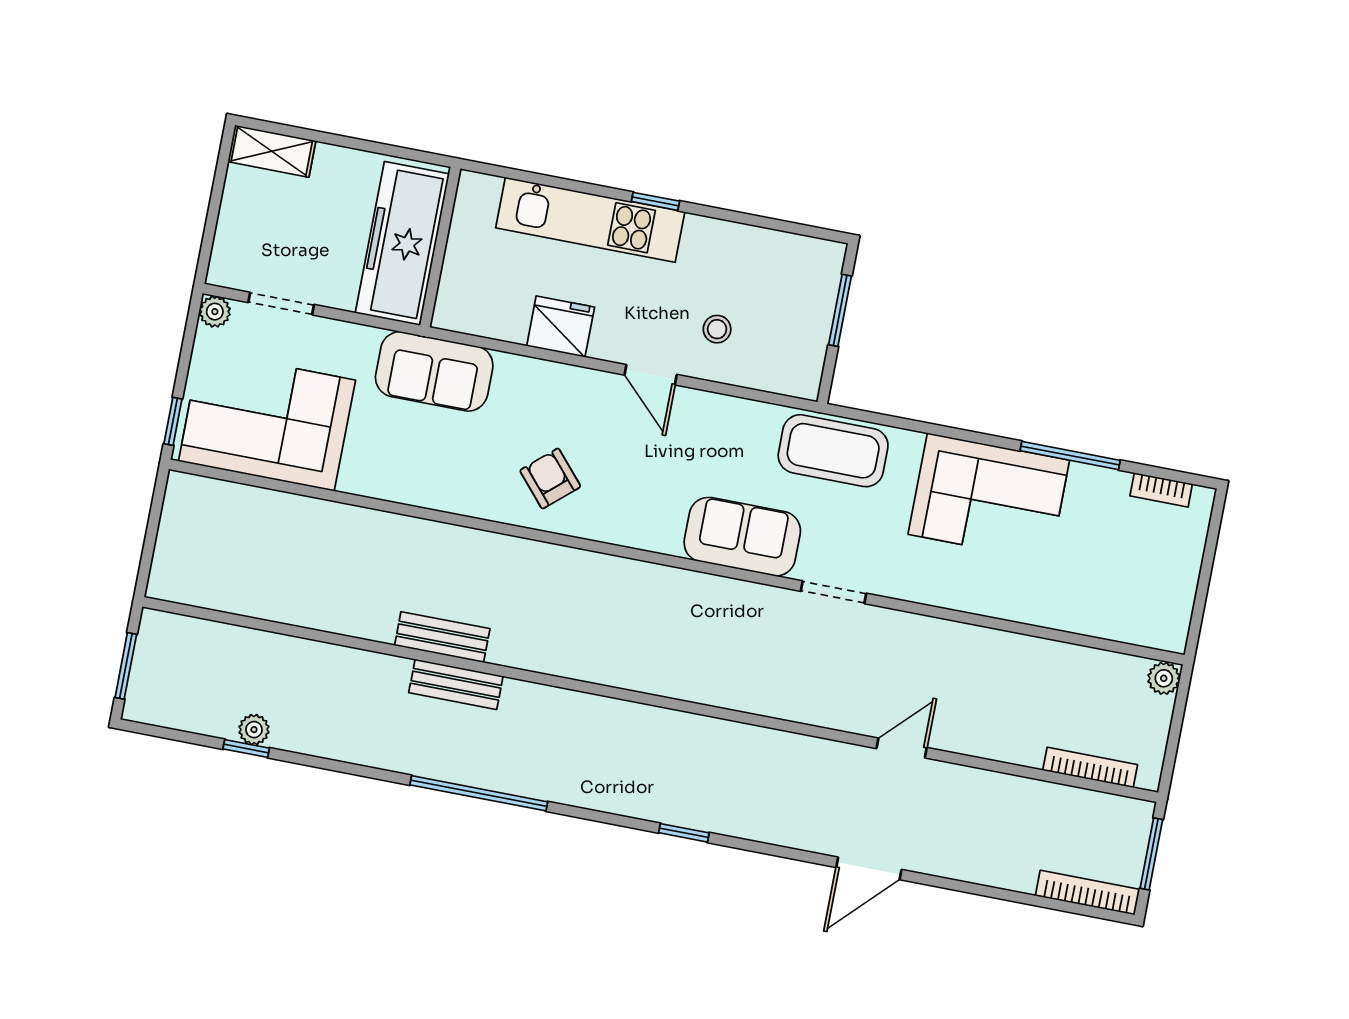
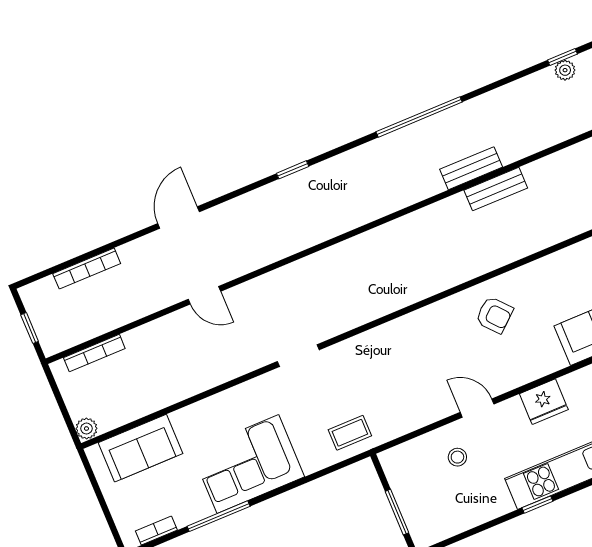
coffee table: (833, 451) -> (350, 433), width x0.54, depth x0.58
sofa: (742, 537) -> (140, 448), moved
door: (902, 748) -> (204, 295), hinge flipped
window: (1151, 854) -> (30, 328), width x0.67
bookcase: (1088, 893) -> (87, 269), moved

